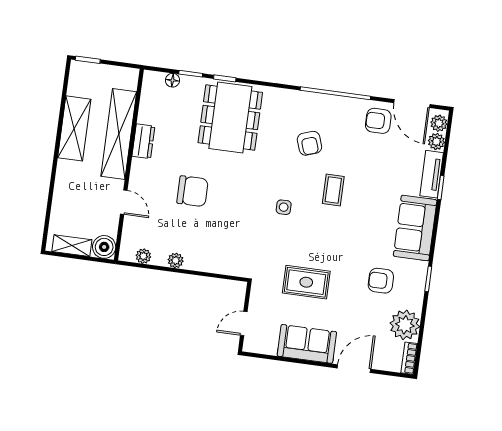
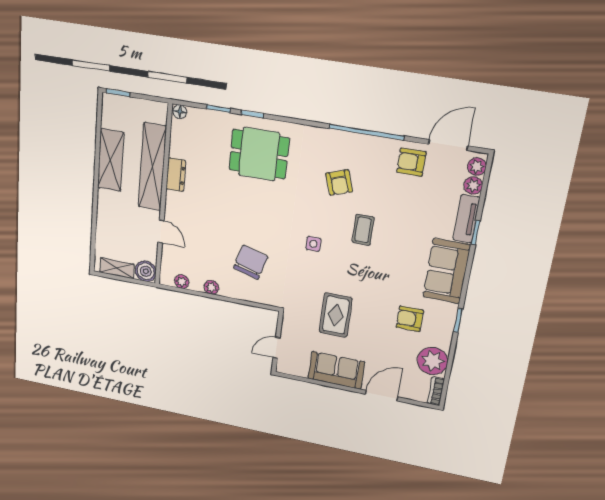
floor lamp: (173, 80) -> (180, 112), moved
door: (412, 104) -> (448, 145), swing flipped
dining table: (230, 118) -> (259, 154), width x0.73
chair: (193, 191) -> (251, 262), moved, turned -74
rug: (306, 282) -> (336, 315), turned 90

